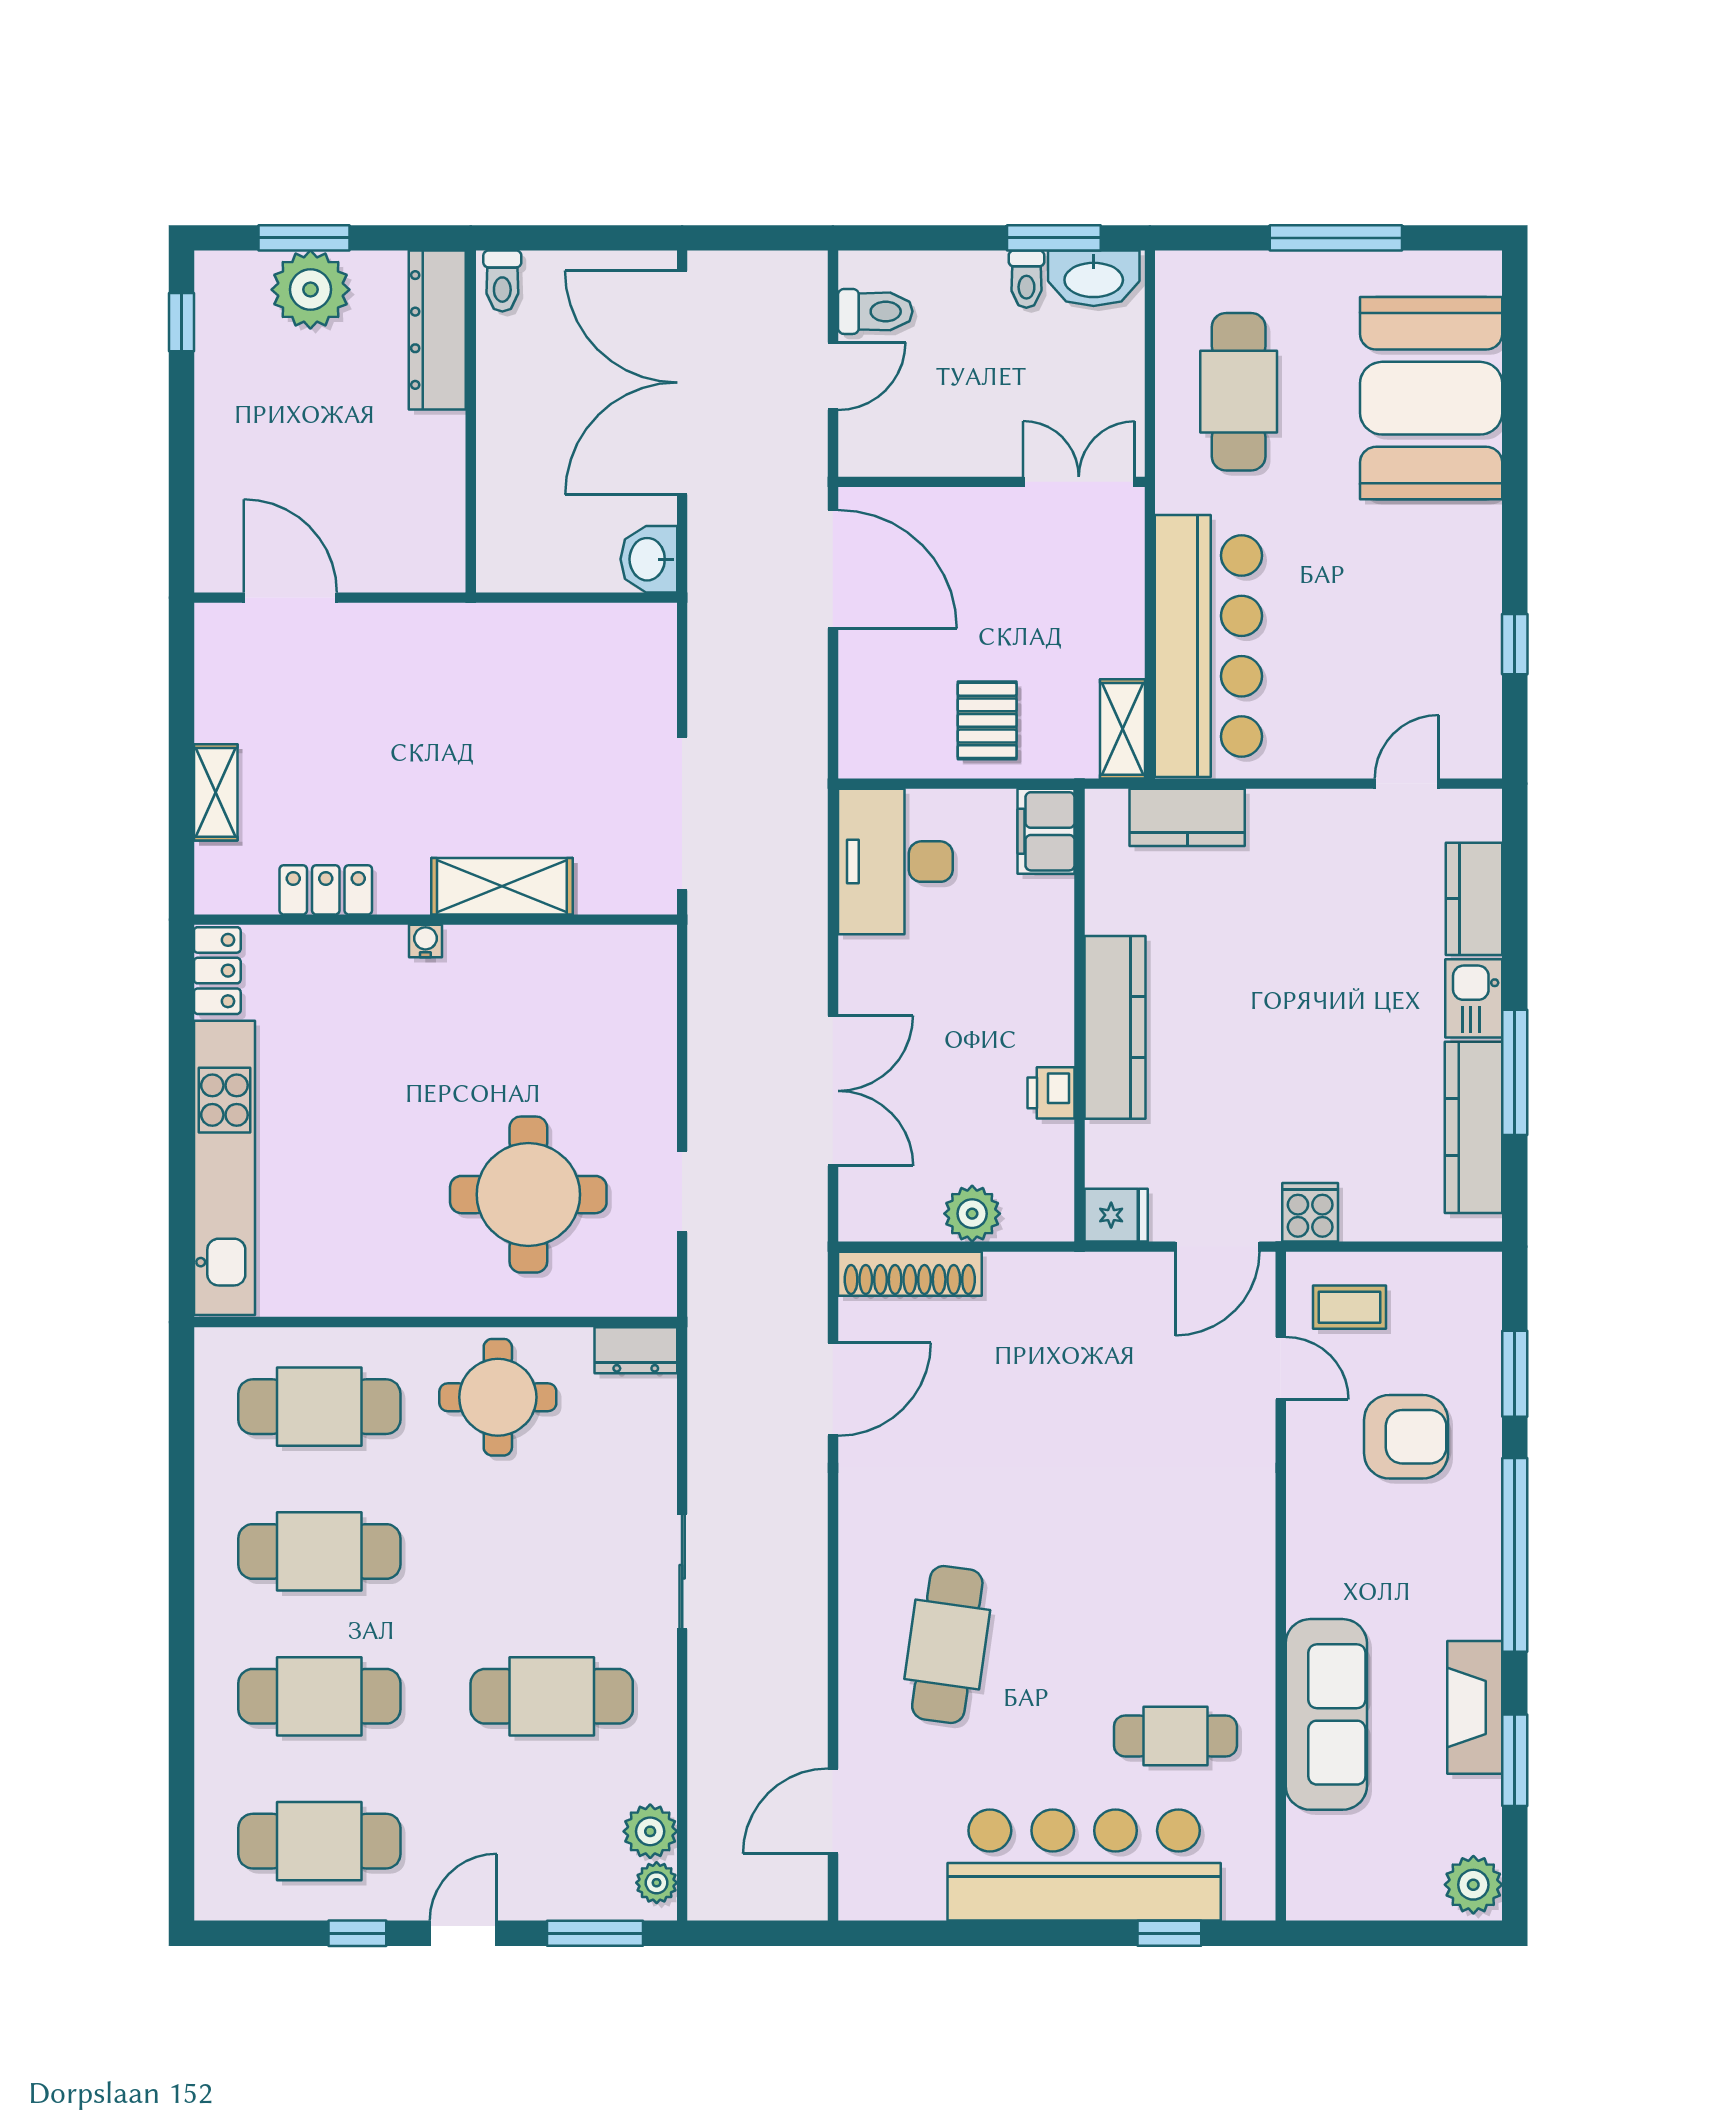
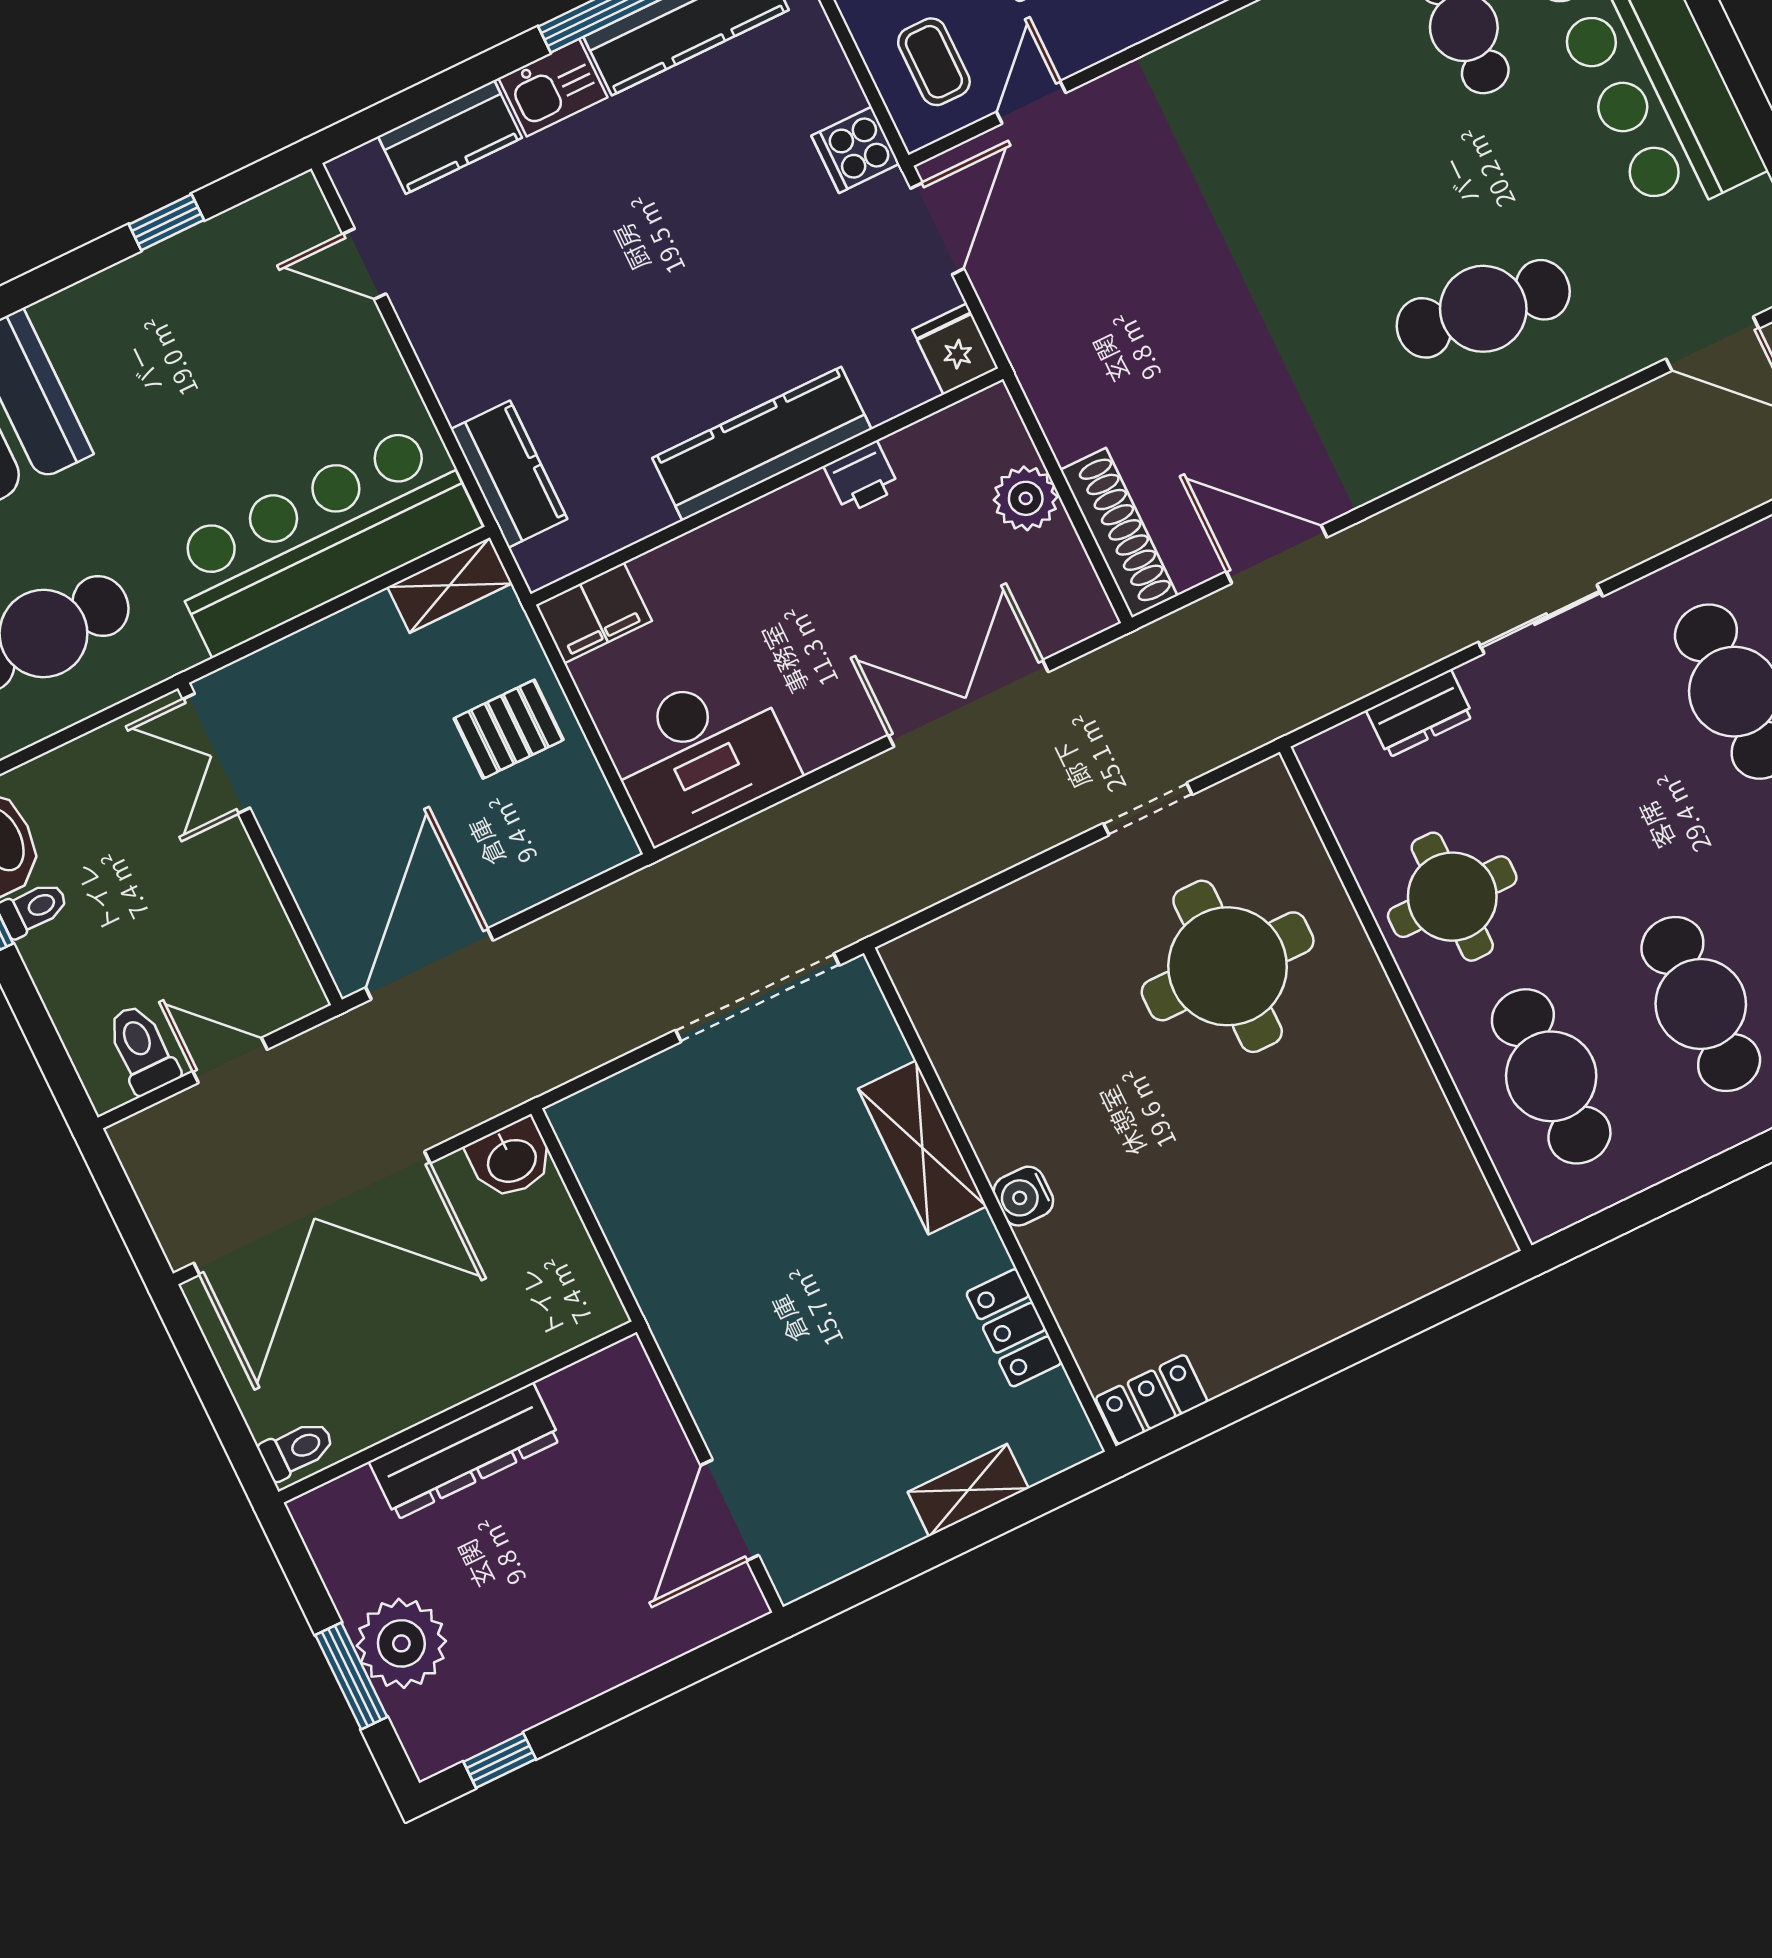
dresser: (437, 330) -> (465, 1451), moved
water cooler: (425, 941) -> (1023, 1196), width x1.38, depth x1.38
kitchen unit: (224, 1168) -> (1352, 1294), removed
door: (1217, 1247) -> (937, 229), hinge flipped
dresser: (636, 1350) -> (1420, 714), moved, turned 90

